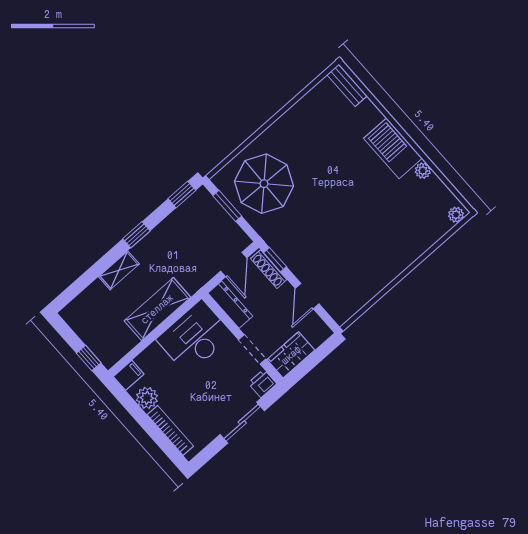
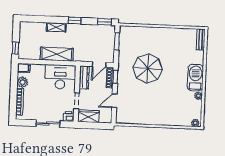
parasol: (264, 184) -> (148, 69), moved

